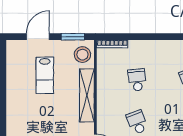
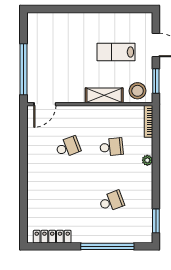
plant: (150, 45) -> (147, 160), added
shelving: (87, 95) -> (104, 95), width x0.68

